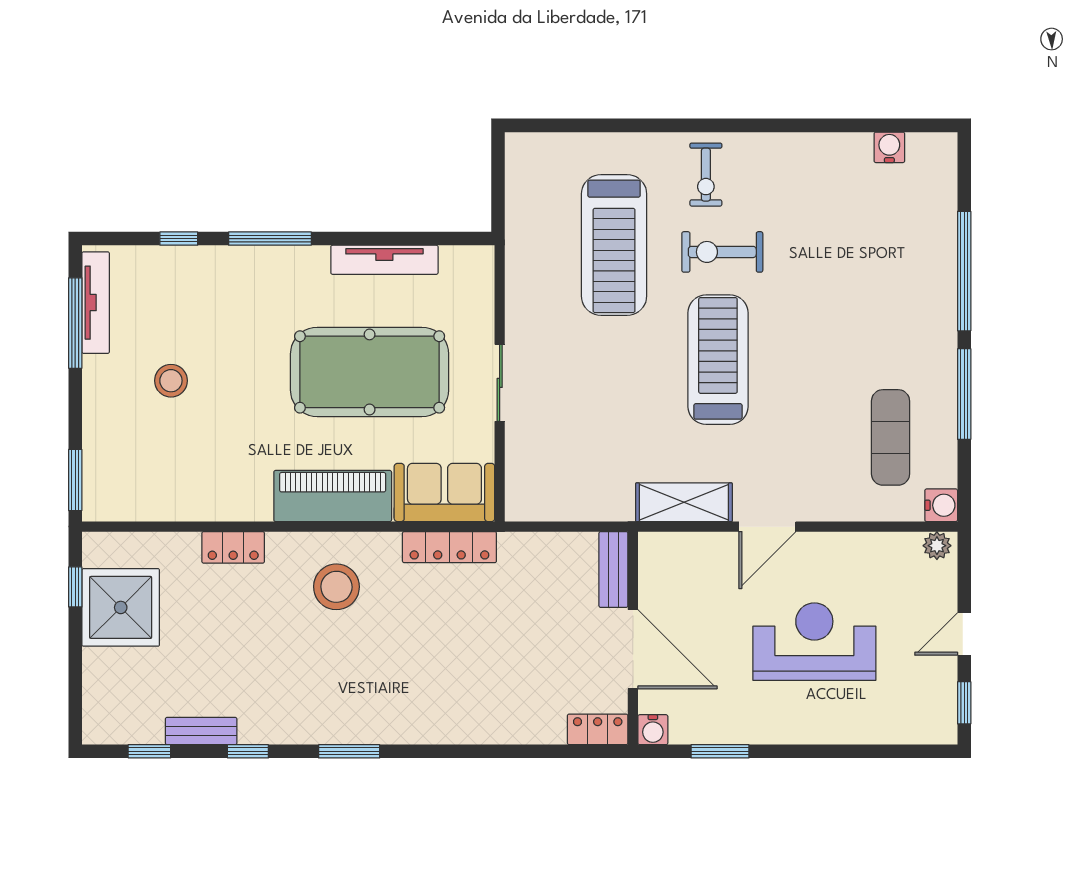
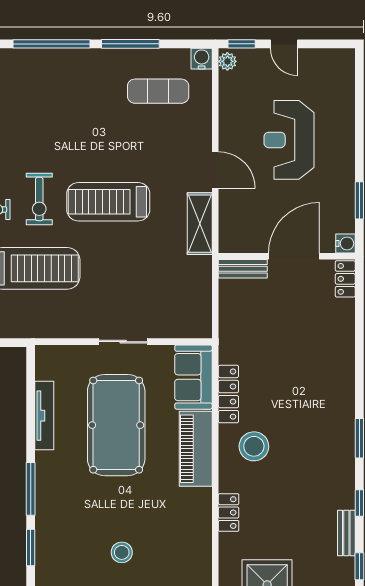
window: (179, 239) -> (31, 547), width x1.50
locker: (449, 547) -> (228, 394), moved
window: (964, 703) -> (242, 44), moved

